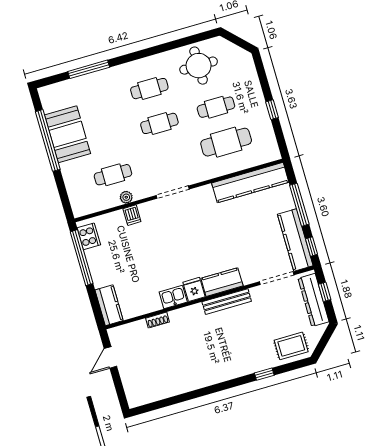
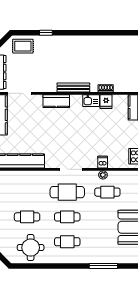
cafe table: (226, 142) -> (67, 192), moved
fridge: (194, 289) -> (106, 102), moved
bench: (227, 302) -> (73, 87), moved

